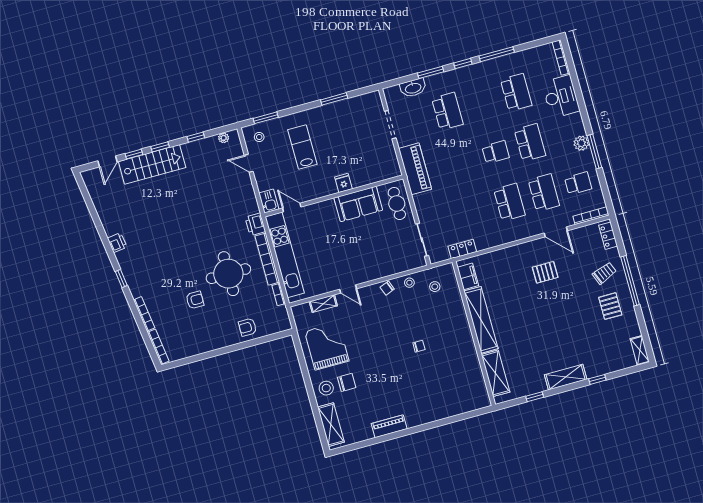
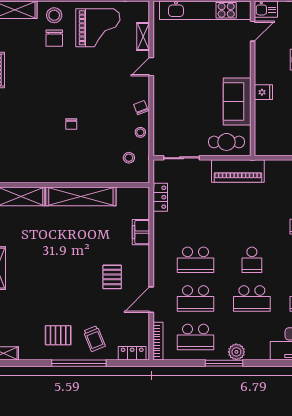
piano: (415, 169) -> (238, 171), moved
school desk: (578, 183) -> (196, 337), width x1.85
filing cabinet: (468, 276) -> (141, 232), moved, turned 90

